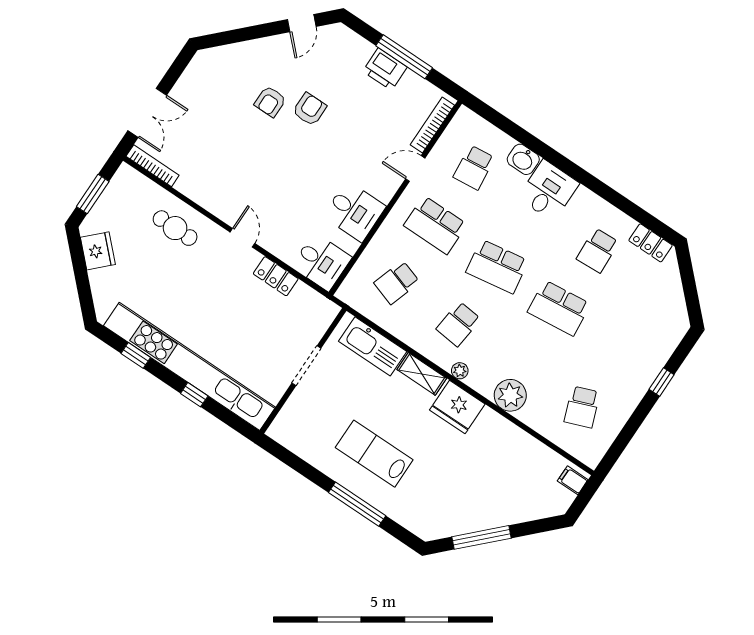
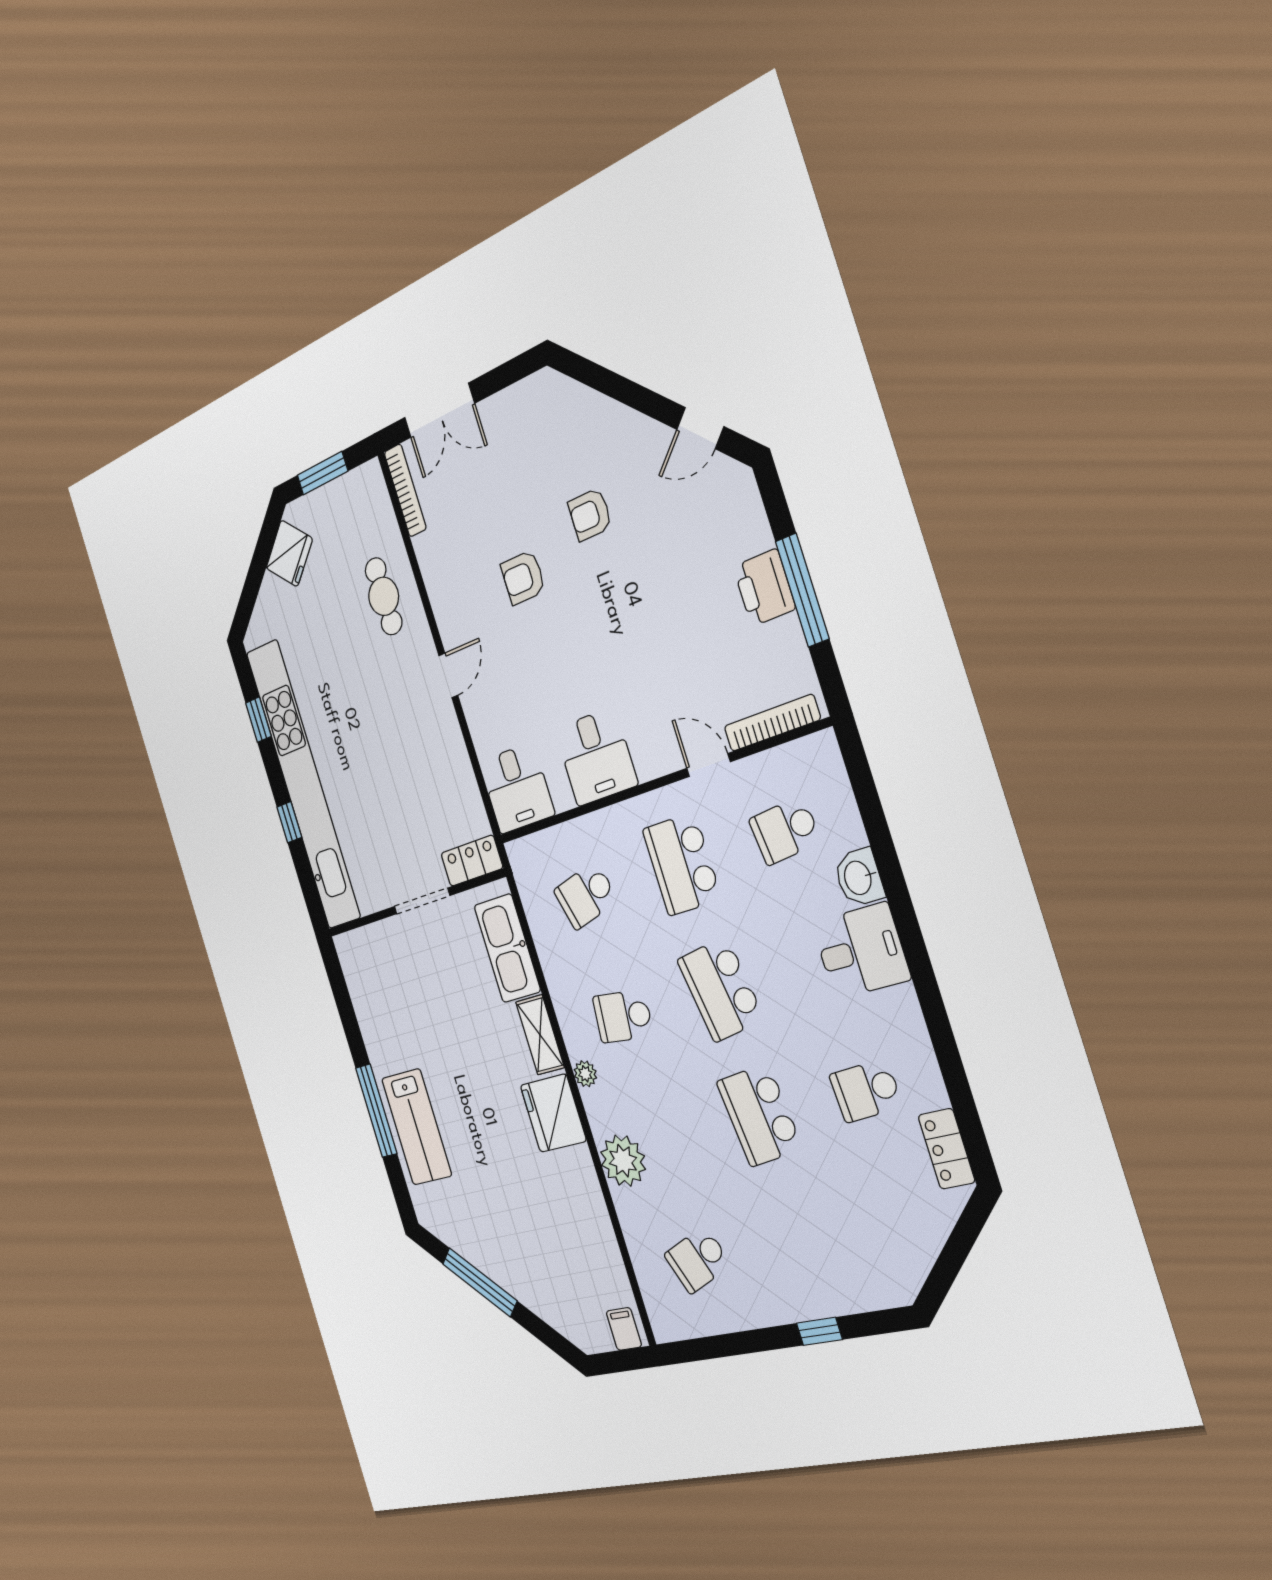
armchair: (310, 109) -> (523, 578), moved, turned 180
locker: (276, 276) -> (472, 861), moved, turned 90
school desk: (397, 282) -> (586, 895), turned -33
lab bench: (374, 454) -> (417, 1127), moved, turned 180

